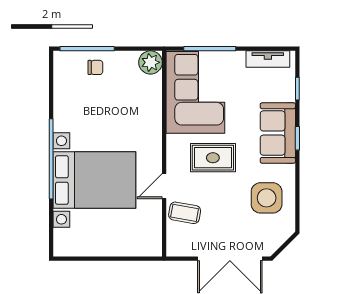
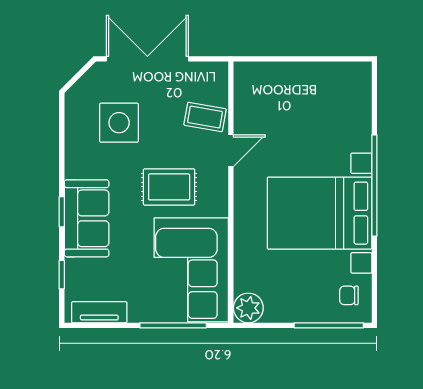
chair: (95, 67) -> (349, 295), moved
bed with nightstands: (94, 180) -> (320, 213), moved
side table: (267, 198) -> (119, 123), moved

